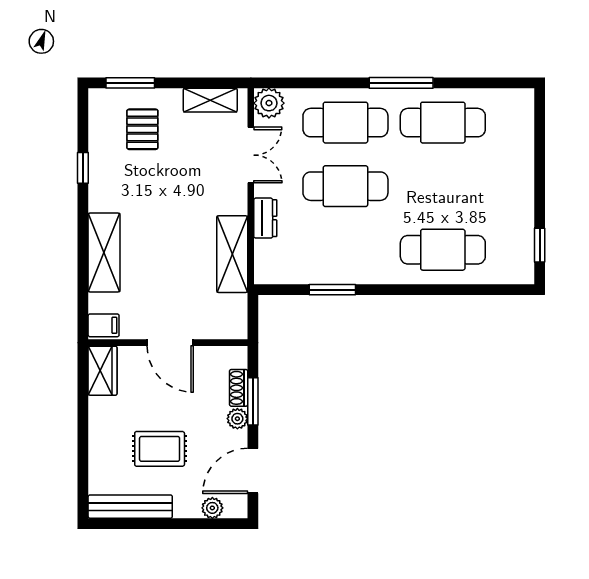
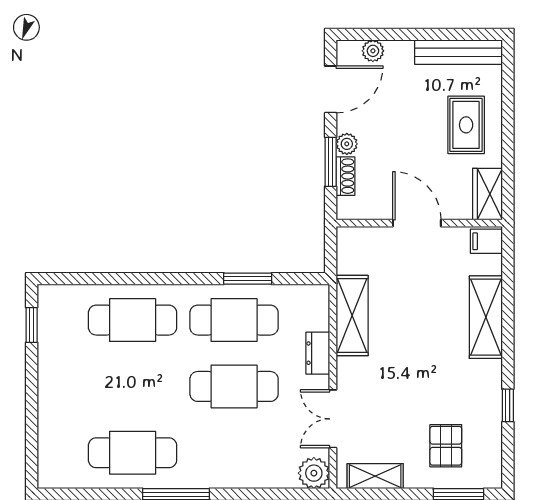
cafe table: (345, 123) -> (234, 320), moved
rug: (160, 449) -> (466, 125), moved, turned 90

